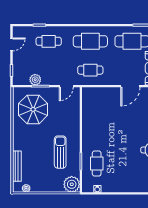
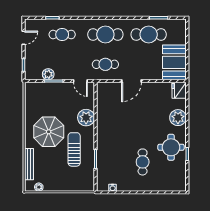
door: (66, 86) -> (80, 81), hinge flipped
door: (130, 86) -> (131, 81), moved
parasol: (33, 109) -> (49, 132), moved
cafe table: (97, 164) -> (143, 162), moved
plant: (72, 184) -> (86, 118), moved

